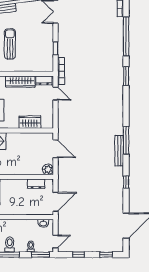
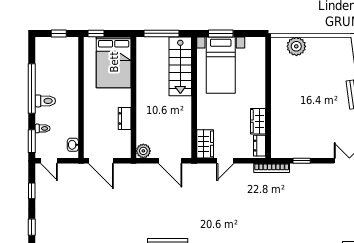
sun lounger: (10, 44) -> (307, 101), removed
wardrobe: (20, 82) -> (258, 121), width x0.67
door: (55, 94) -> (225, 161), moved
wardrobe: (30, 122) -> (205, 144), moved
door: (55, 149) -> (170, 161), hinge flipped
dresser: (36, 184) -> (125, 118), moved

